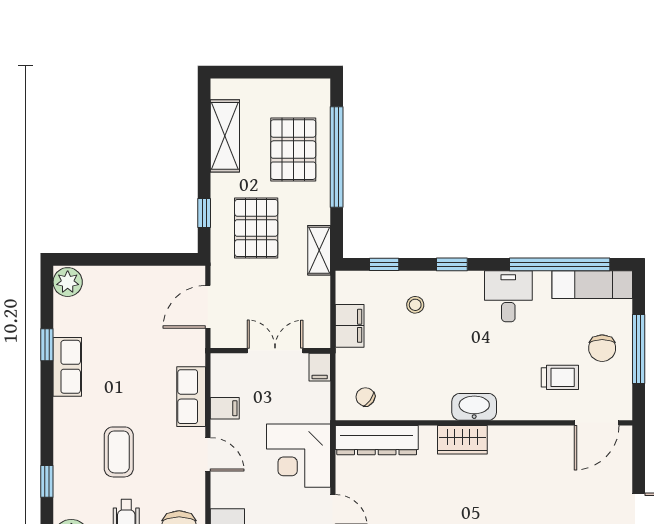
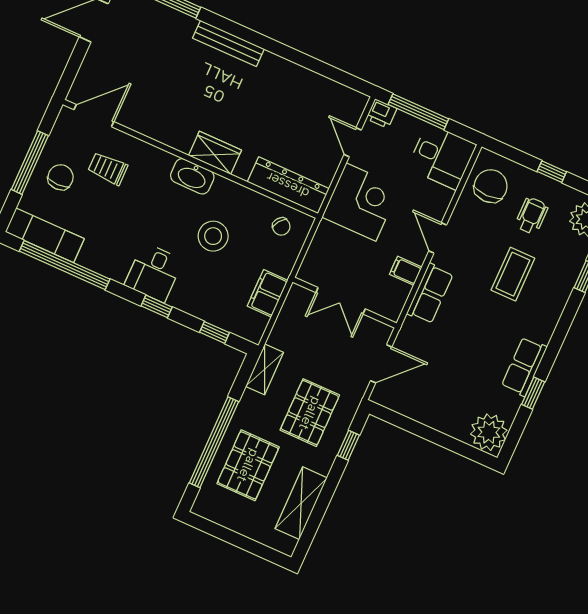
plant: (68, 282) -> (489, 432), width x1.36, depth x1.36
desk: (508, 296) -> (154, 272), moved
stool: (415, 305) -> (213, 236), moved, width x1.89, depth x1.89
filing cabinet: (320, 367) -> (309, 269), removed

